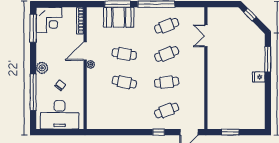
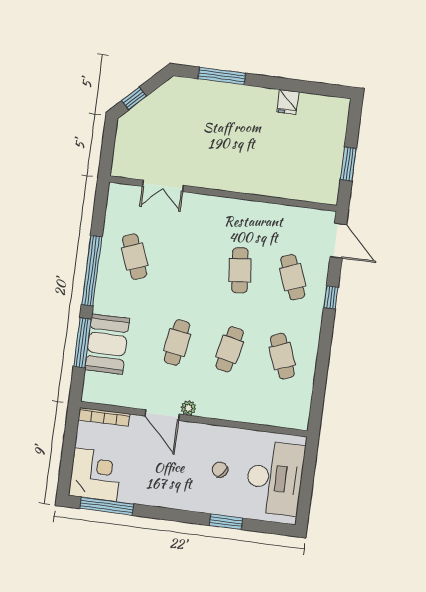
cafe table: (167, 54) -> (282, 356), moved
plant: (42, 68) -> (183, 499), removed
fridge: (259, 77) -> (288, 102), moved
window: (33, 92) -> (226, 522), width x0.47

